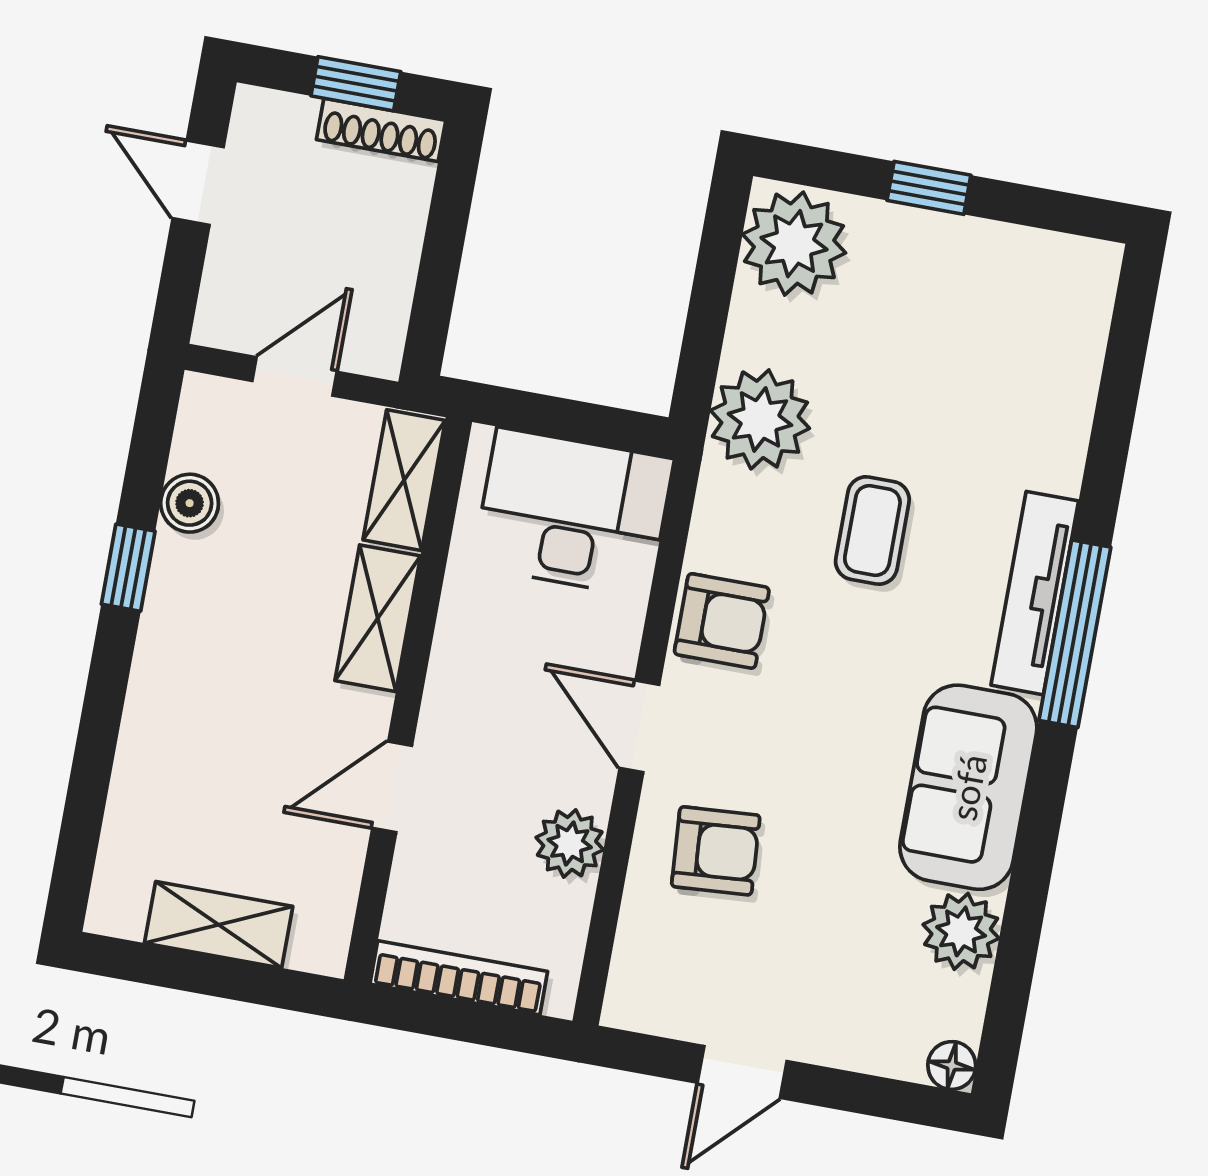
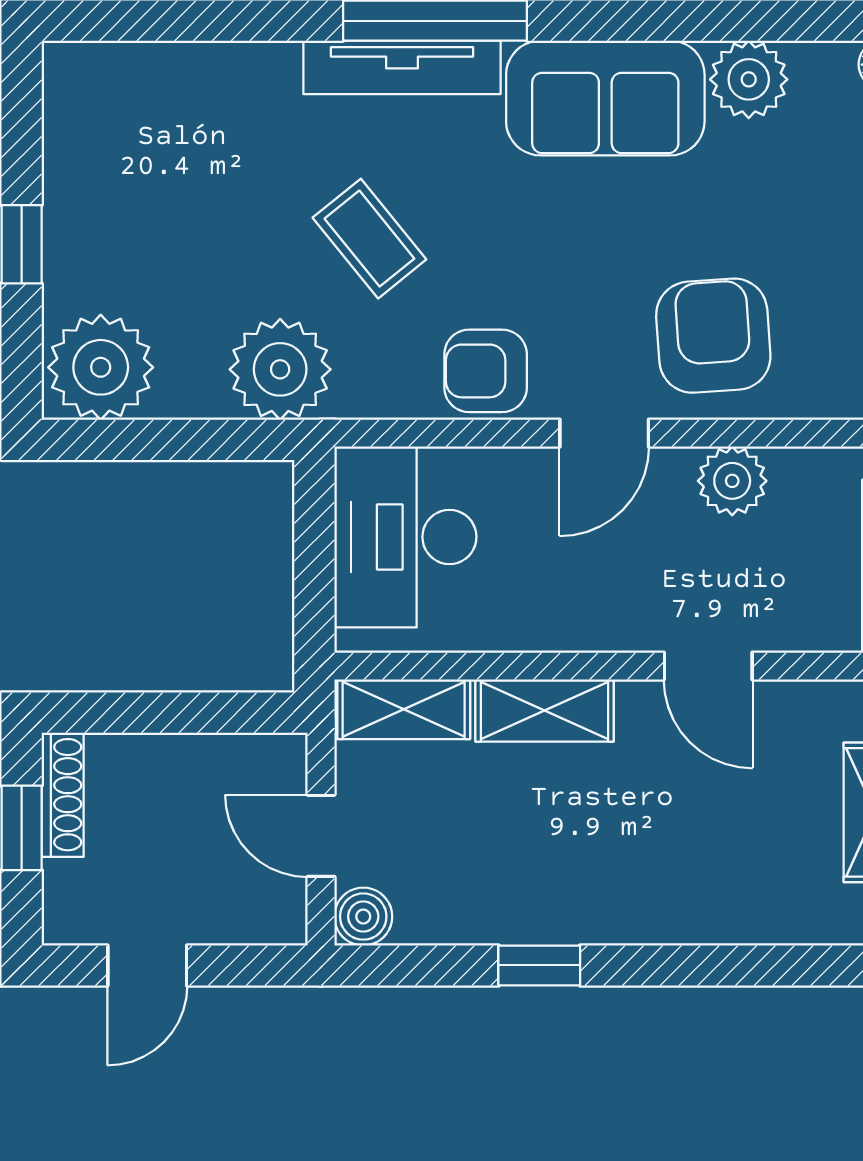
boiler: (190, 503) -> (363, 917), moved
coffee table: (872, 531) -> (369, 239), turned 51
armchair: (722, 621) -> (486, 371), turned -90
armchair: (716, 851) -> (713, 336), width x1.38, depth x1.38

